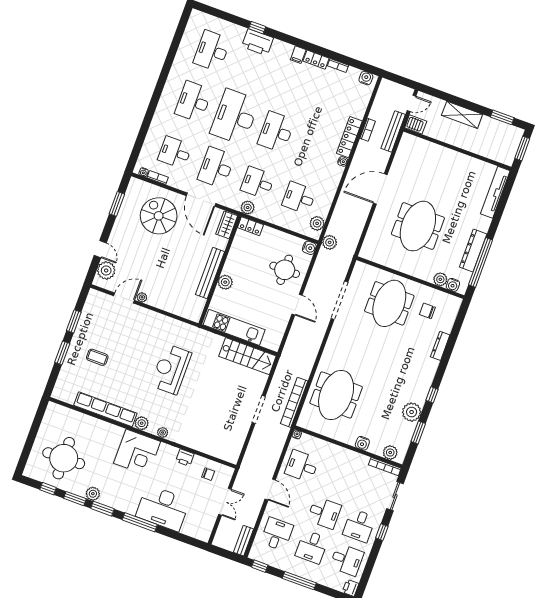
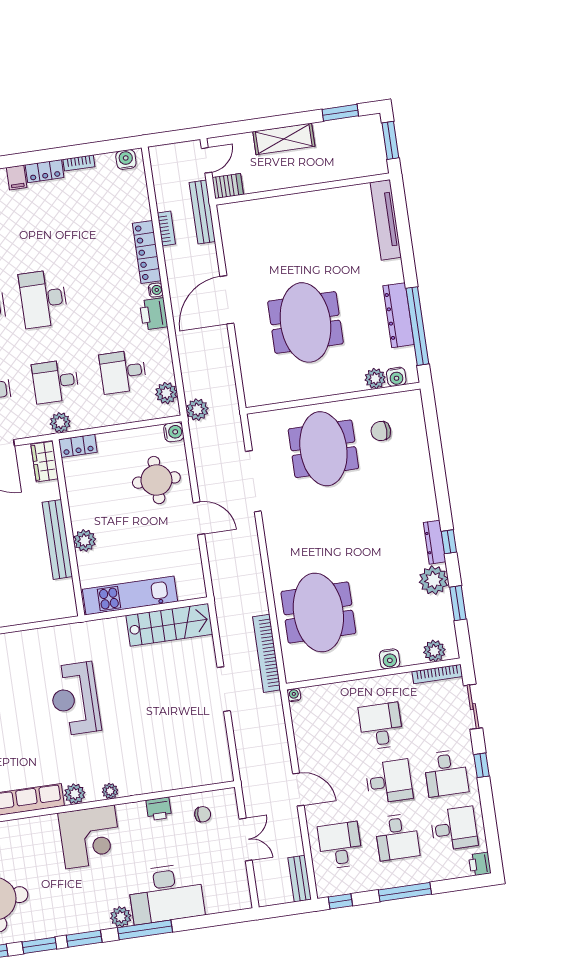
printer: (334, 174) -> (154, 314), added
dresser: (440, 346) -> (435, 542), moved
desk: (302, 466) -> (381, 726), moved, turned 90
plant: (93, 494) -> (121, 917), moved

